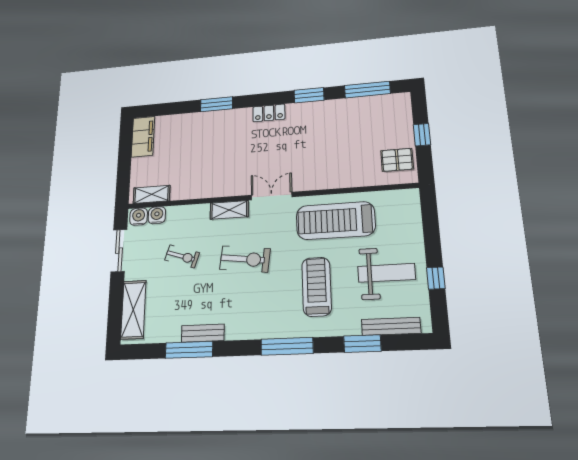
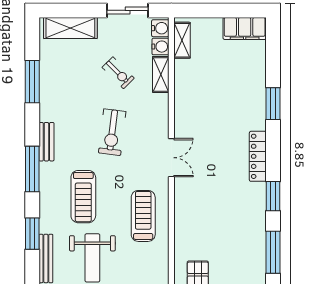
locker: (269, 113) -> (258, 156), width x1.53
shelving: (229, 210) -> (161, 74), moved
treadmill: (336, 221) -> (143, 216), width x0.73, depth x0.73
exercise bike: (182, 256) -> (118, 73), turned -63
treadmill: (317, 287) -> (83, 197), turned 90
bench: (203, 333) -> (46, 142), moved

